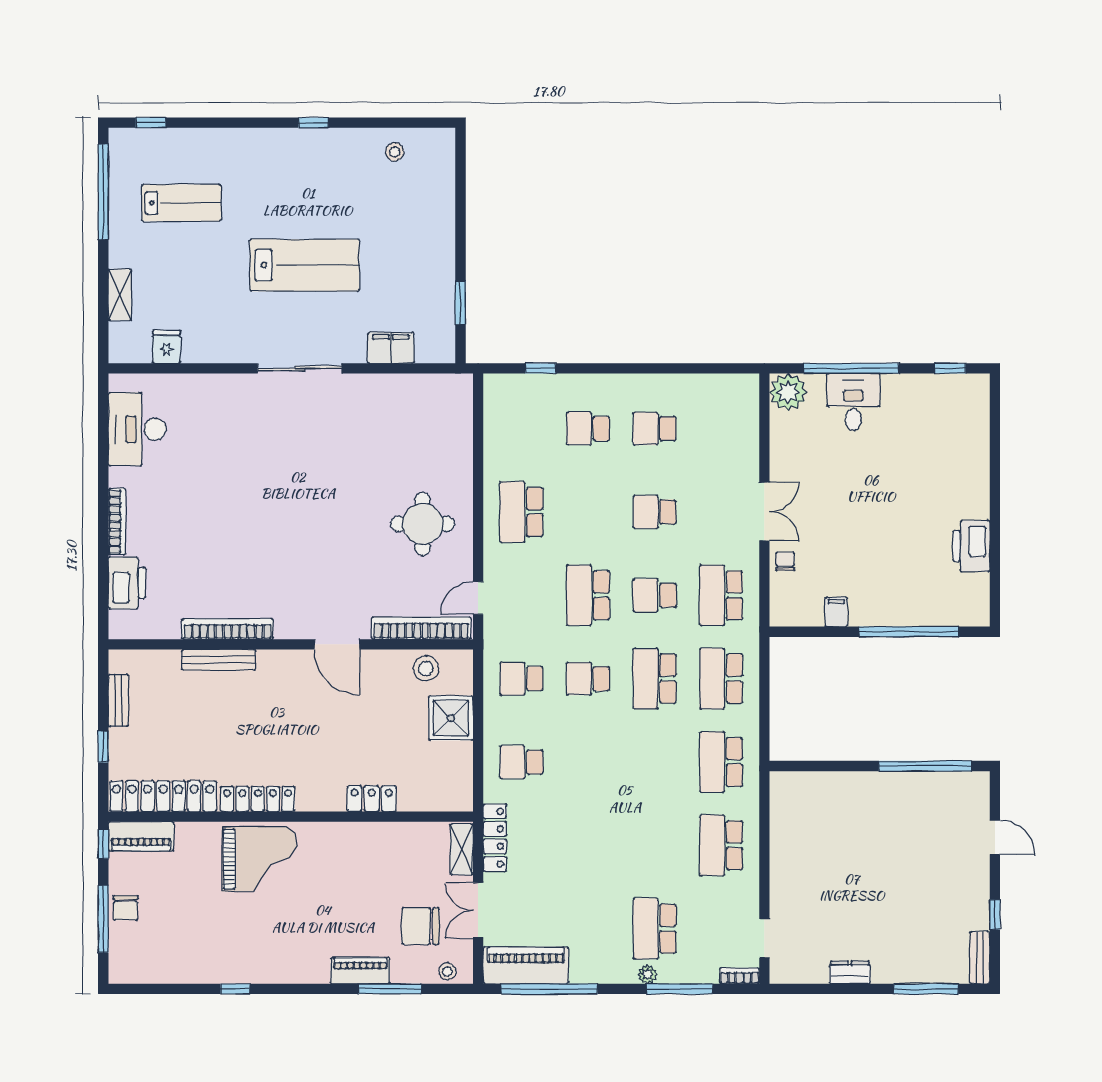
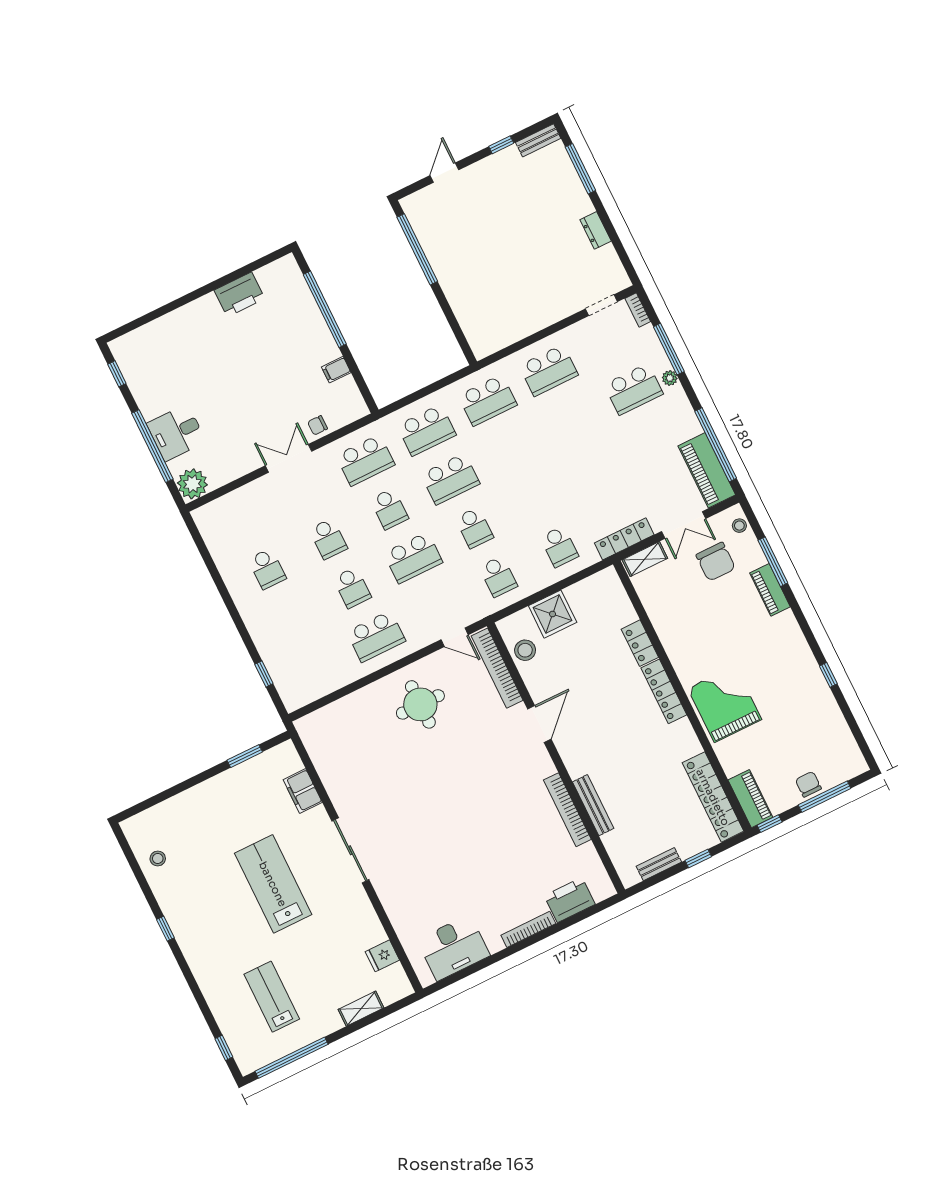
school desk: (588, 429) -> (352, 588), moved
locker: (258, 799) -> (664, 691), moved
chair: (126, 908) -> (808, 784), turned -90

